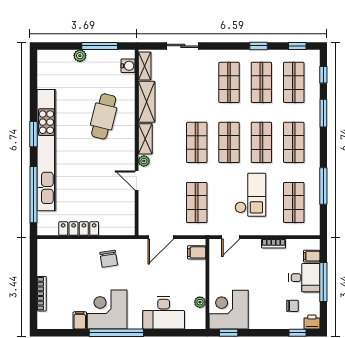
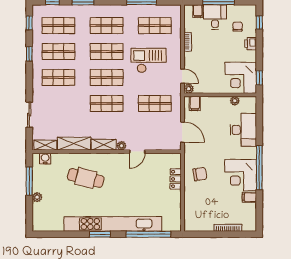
locker: (79, 228) -> (176, 179), moved, width x0.66
plant: (215, 245) -> (189, 89), added
printer: (312, 322) -> (251, 44), moved

